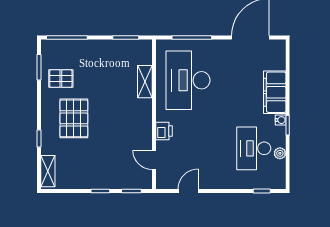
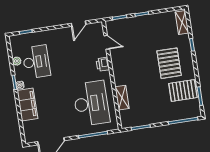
pallet: (61, 79) -> (183, 90), width x1.50, depth x1.42

